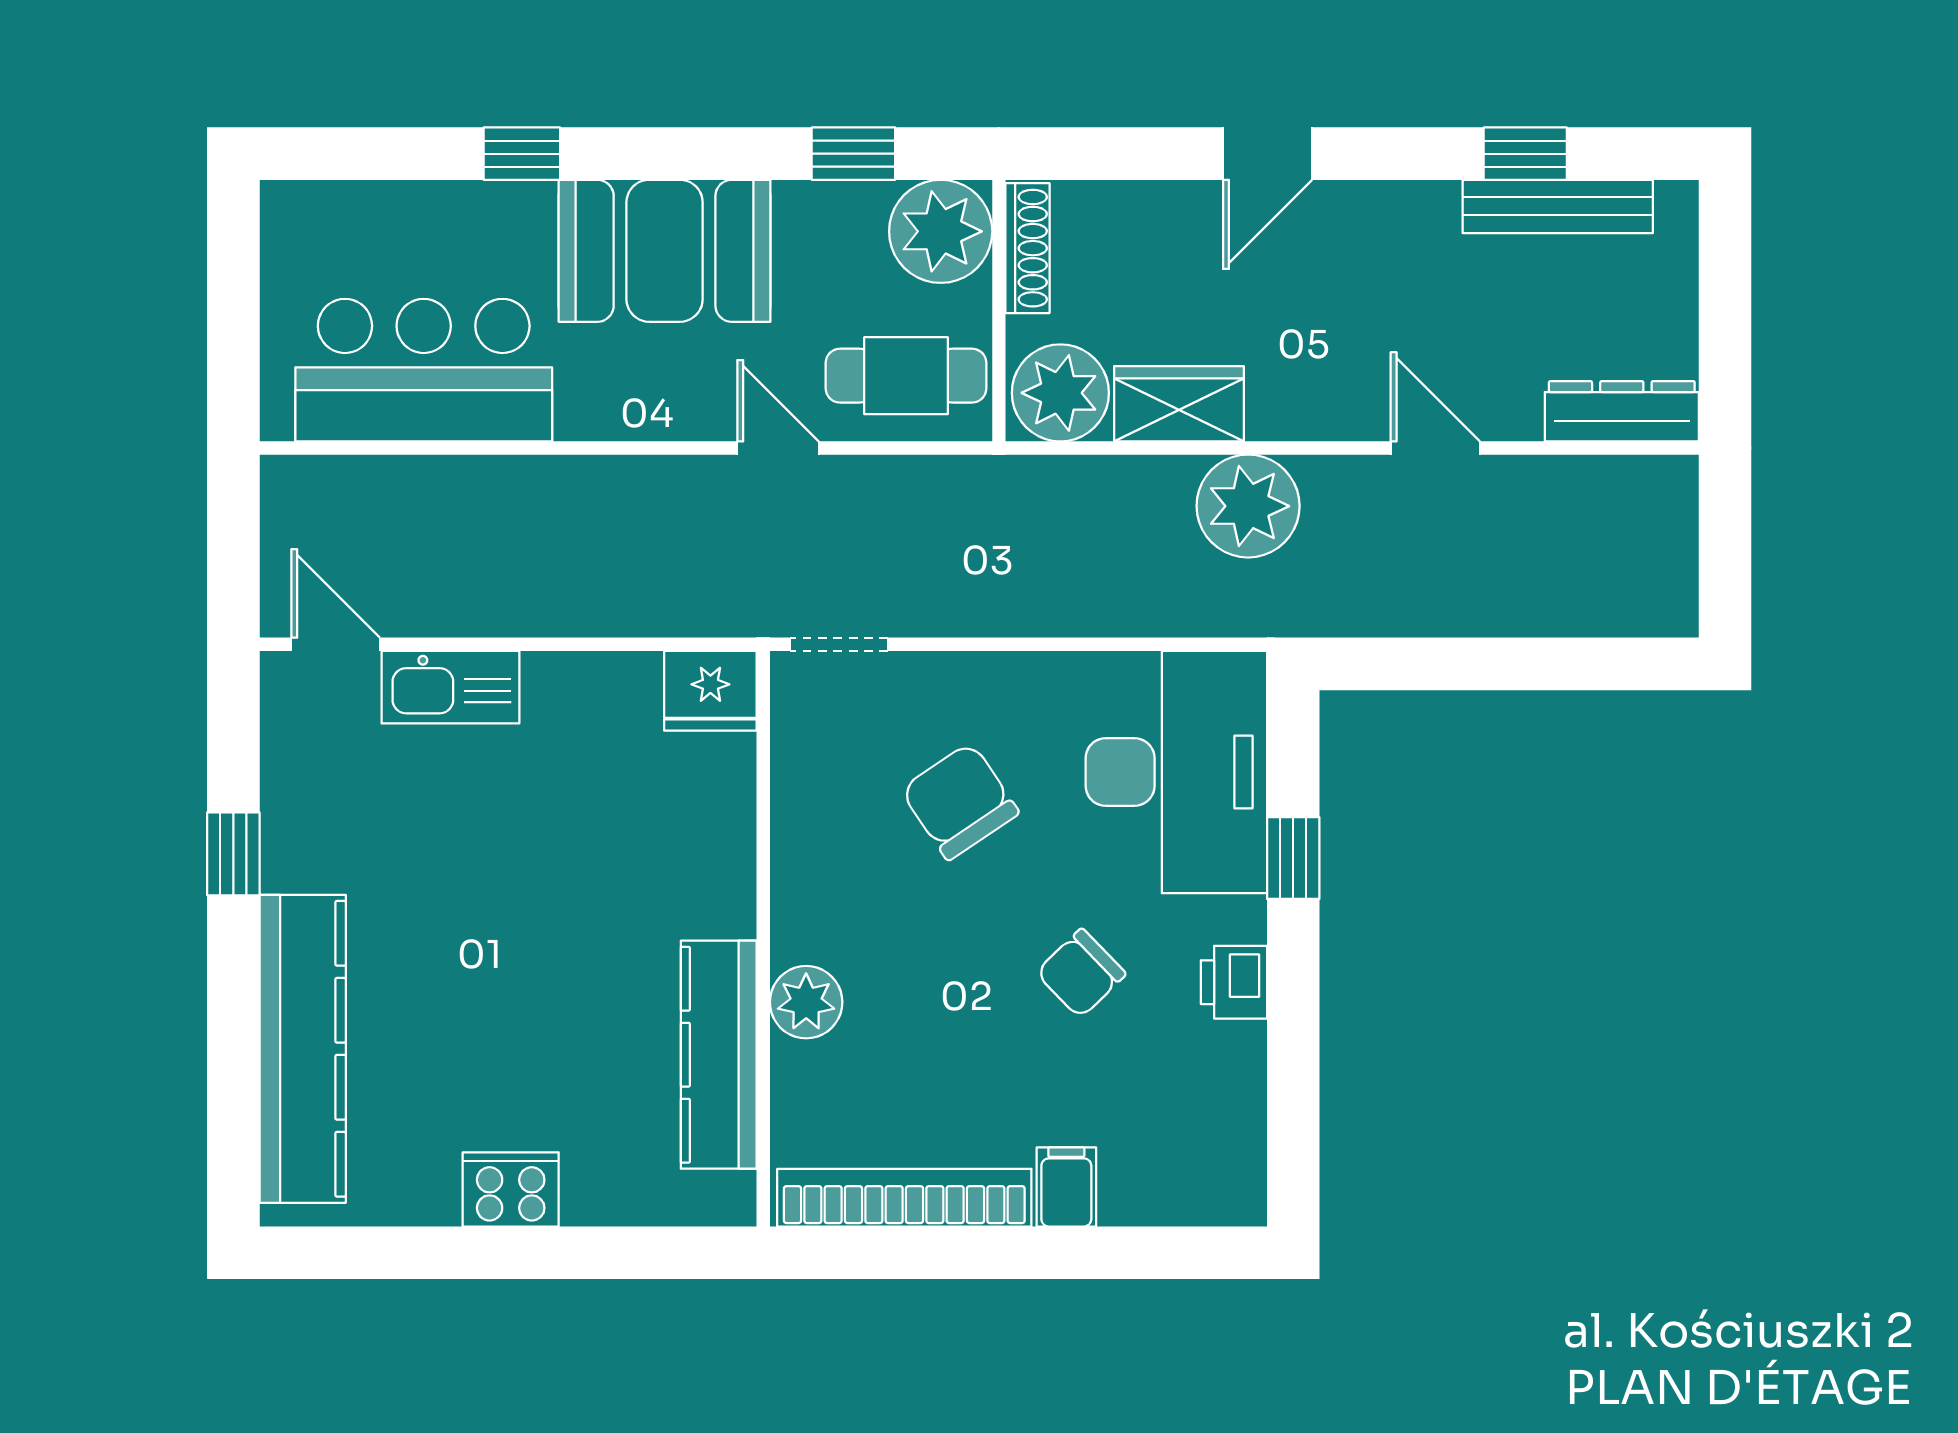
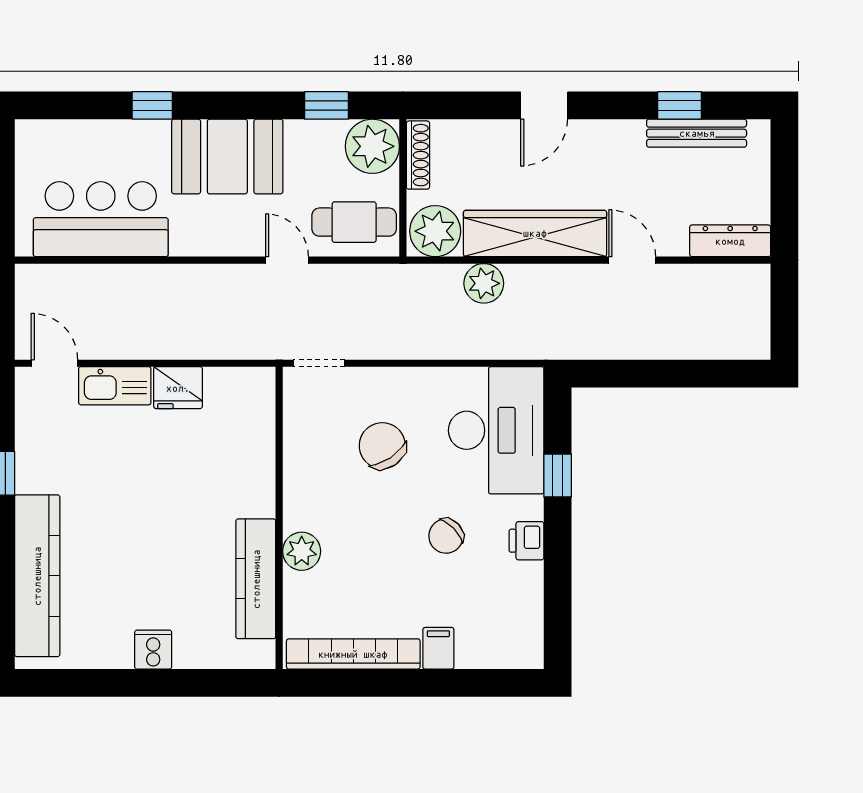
wardrobe: (1179, 404) -> (535, 233), width x2.10, depth x1.17
plant: (1248, 506) -> (484, 283), moved, width x0.73, depth x0.73
fridge: (710, 691) -> (178, 388), moved
cooker: (511, 1189) -> (153, 650), width x0.73

